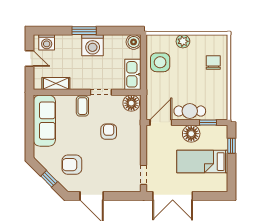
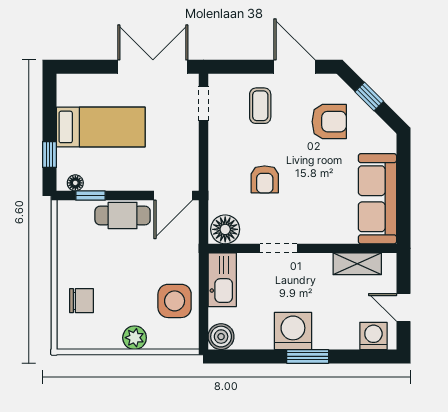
chair: (213, 62) -> (82, 301), turned -90
coffee table: (82, 106) -> (260, 106), moved
floor lamp: (191, 134) -> (75, 183), moved, width x0.53, depth x0.53

